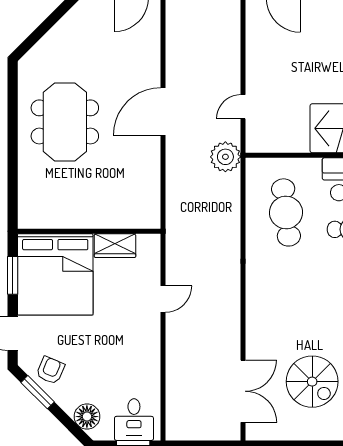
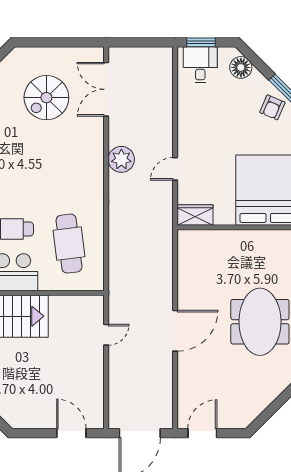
plant: (225, 157) -> (121, 159), moved
wardrobe: (115, 246) -> (195, 215), moved
spiral stairs: (312, 382) -> (46, 98), turned -90

